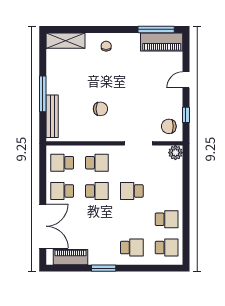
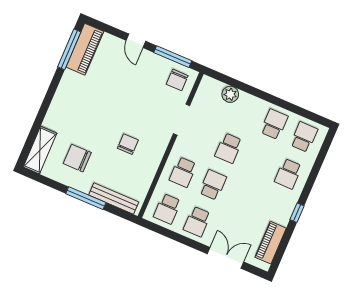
chair: (106, 46) -> (77, 158), moved, width x1.87, depth x1.87
window: (186, 115) -> (173, 57), width x2.17
plant: (175, 153) -> (230, 94), moved
school desk: (97, 163) -> (183, 172), turned 180
double door: (43, 226) -> (225, 258), width x0.73
school desk: (132, 248) -> (288, 174), turned 180
window: (104, 268) -> (297, 213), width x0.67

